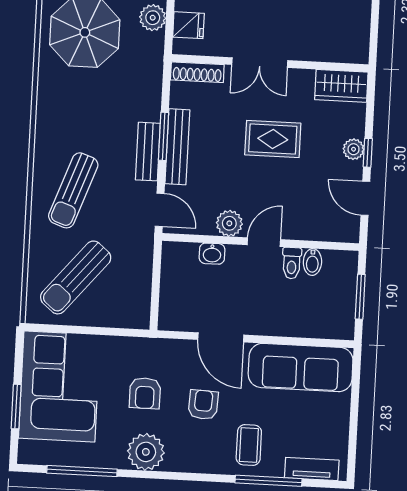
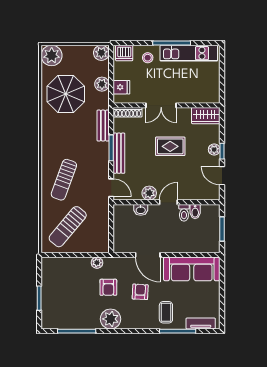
bench: (148, 152) -> (103, 126), moved
plant: (126, 347) -> (97, 263), added
corner sofa: (59, 386) -> (62, 286), removed

